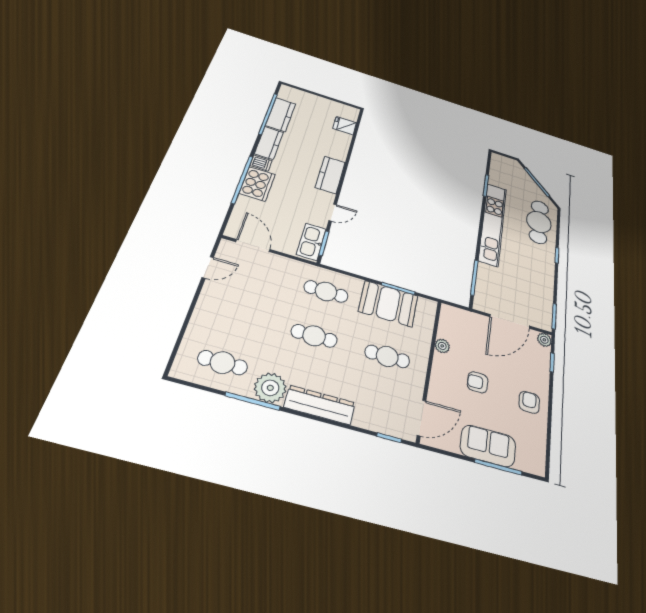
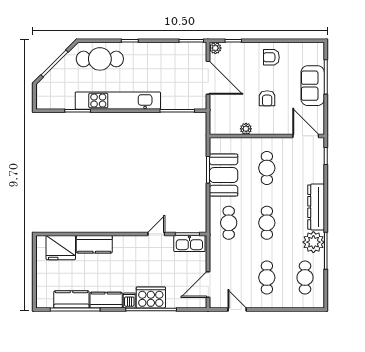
fridge: (345, 126) -> (61, 248), width x1.88, depth x1.34
kitchen counter: (330, 175) -> (94, 244), moved
door: (333, 213) -> (156, 234), hinge flipped
cafe table: (239, 315) -> (267, 278), added

